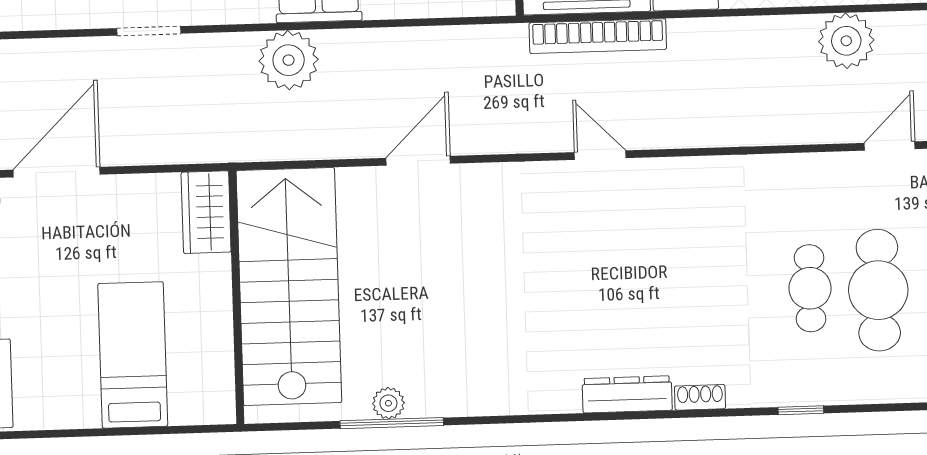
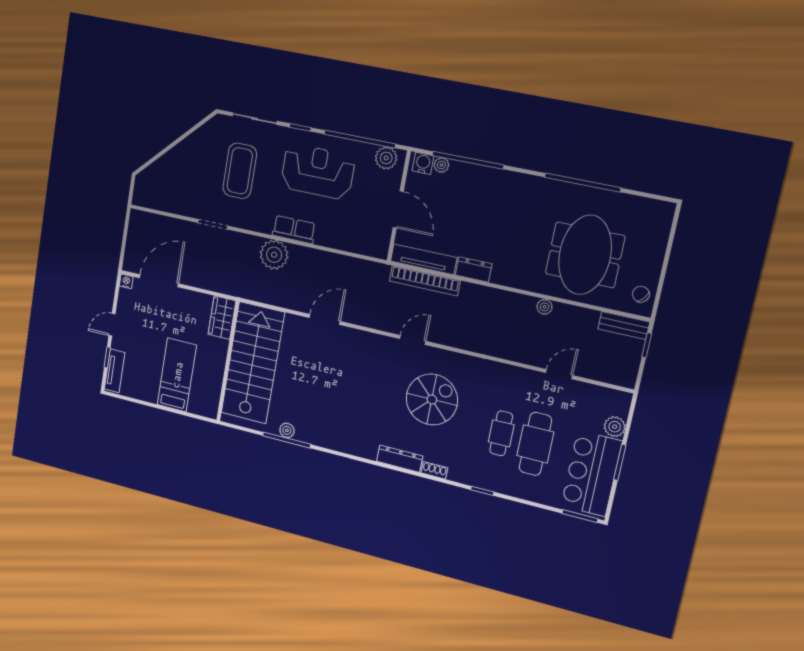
plant: (846, 41) -> (544, 307), width x0.53, depth x0.53
door: (600, 155) -> (413, 340), hinge flipped
spiral stairs: (663, 260) -> (432, 399), added

